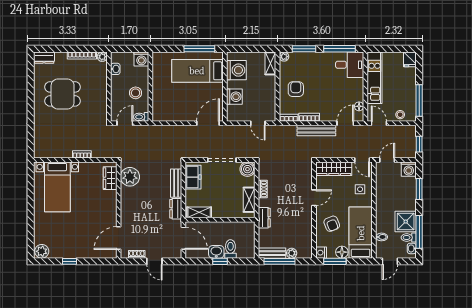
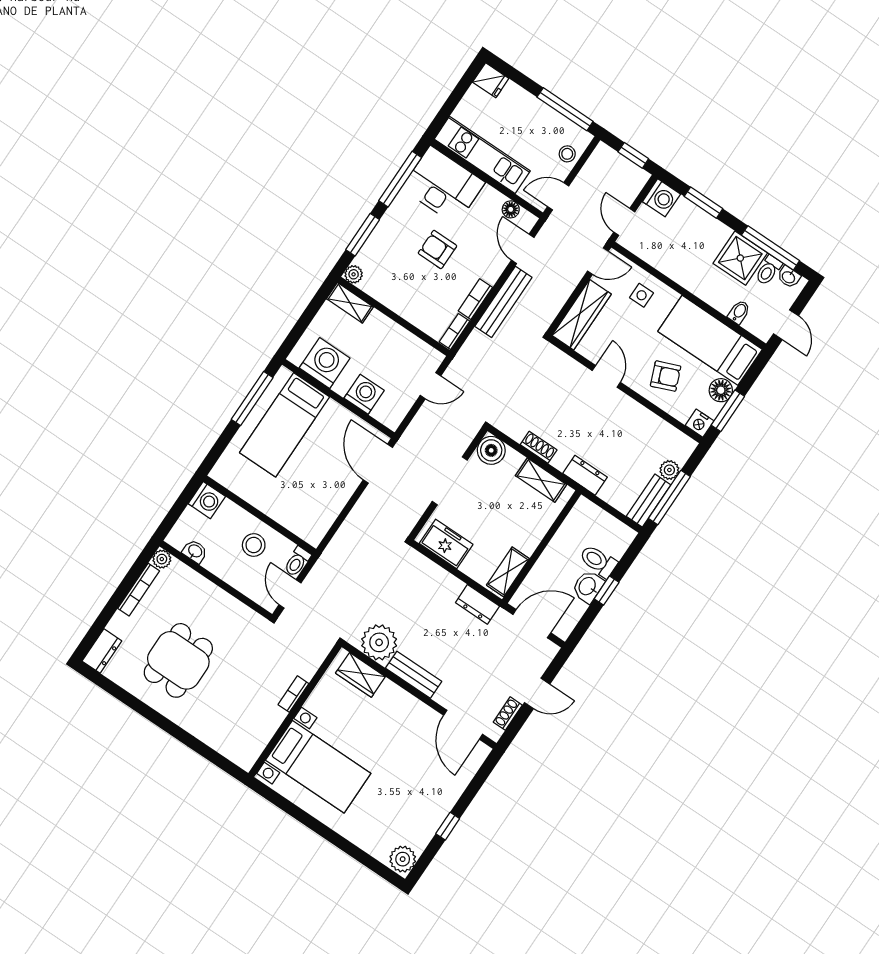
desk: (350, 65) -> (443, 185), width x1.37
armchair: (296, 89) -> (437, 249), moved
bench: (176, 183) -> (414, 675), moved

